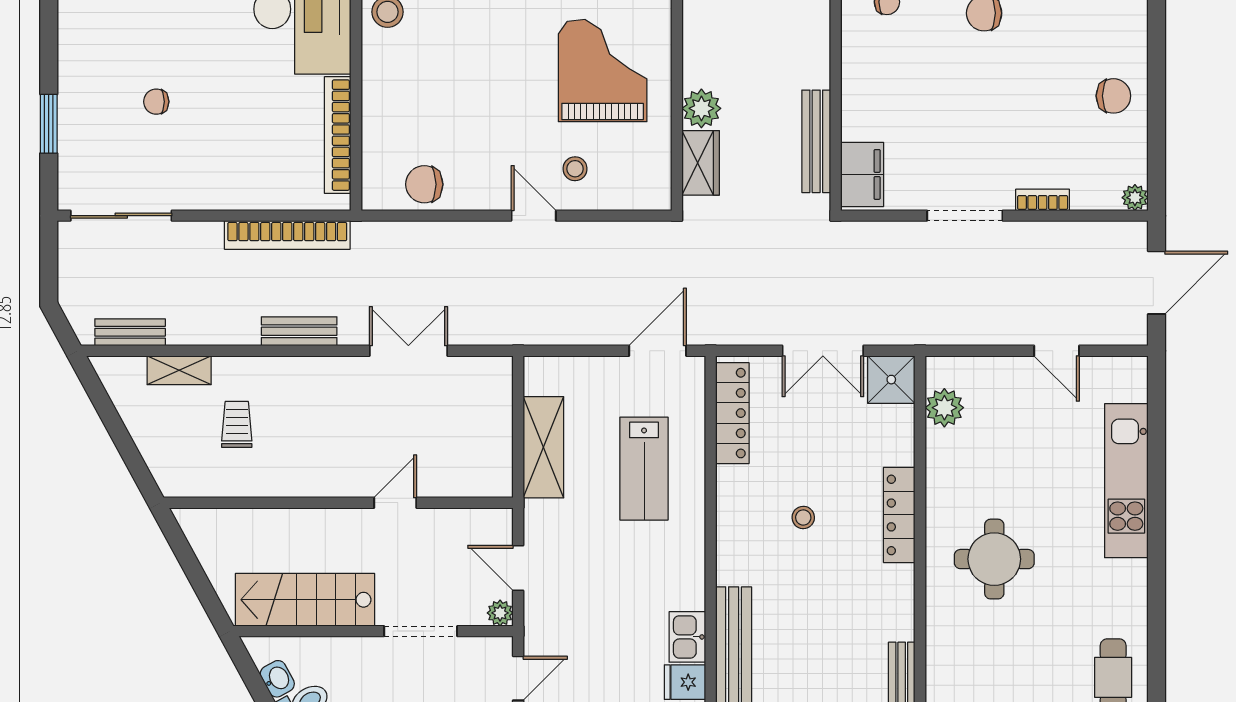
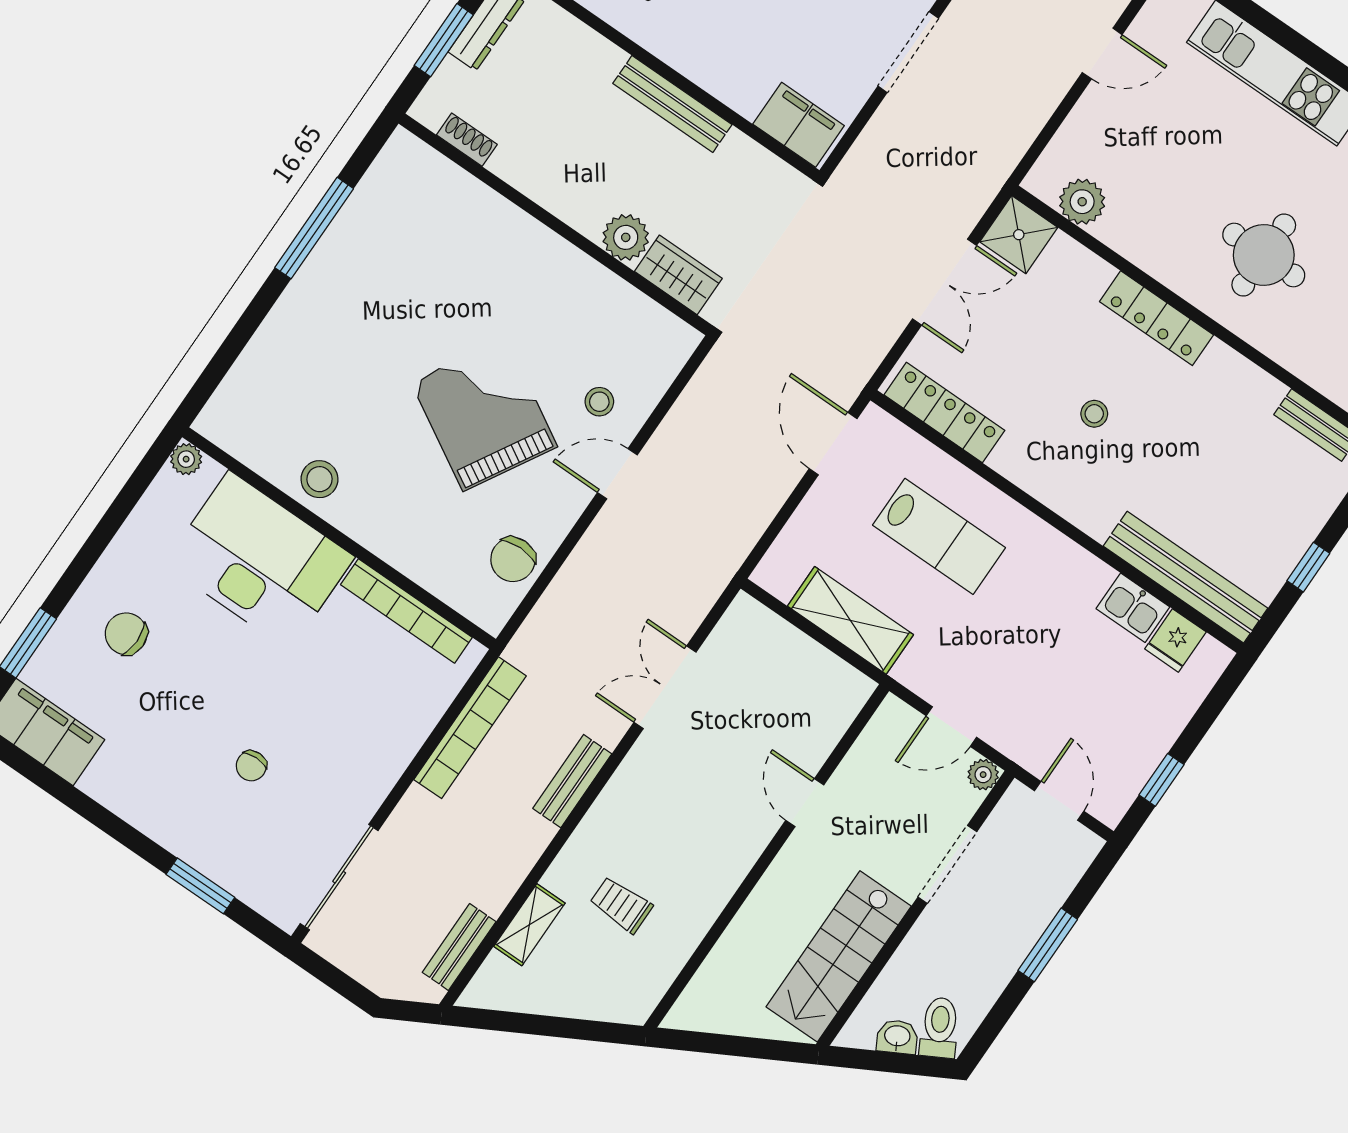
grand piano: (603, 71) -> (484, 415), moved, turned 30
bench: (816, 141) -> (672, 104), moved

